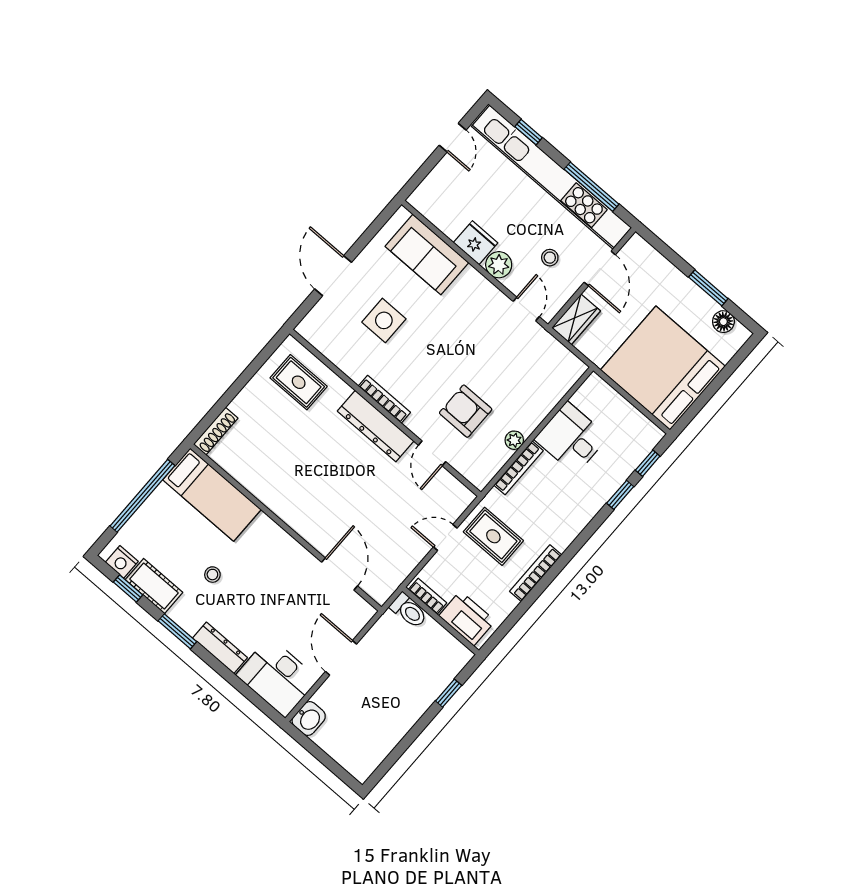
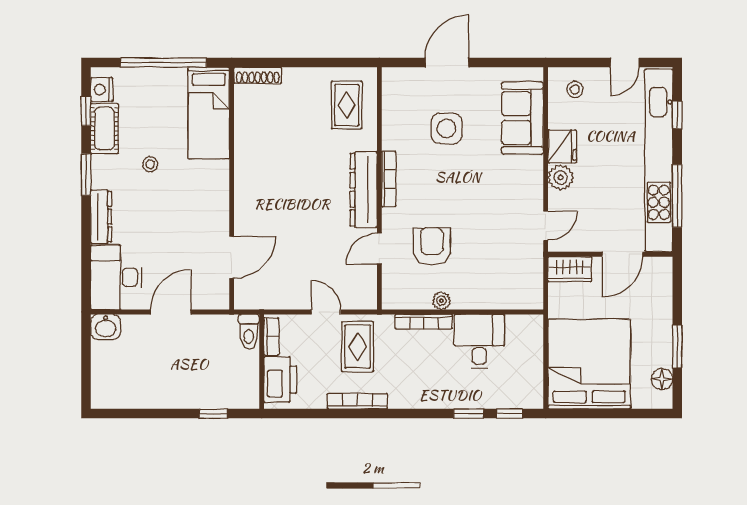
stool: (550, 258) -> (575, 89), moved

